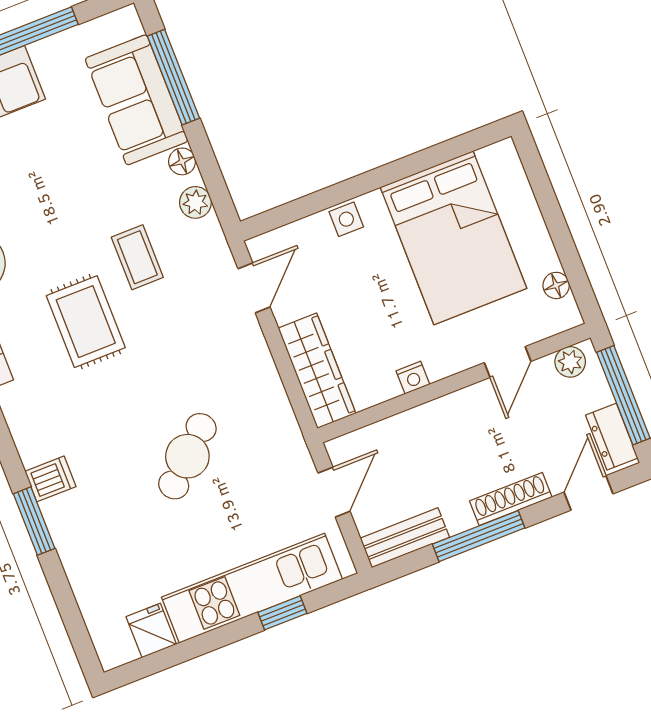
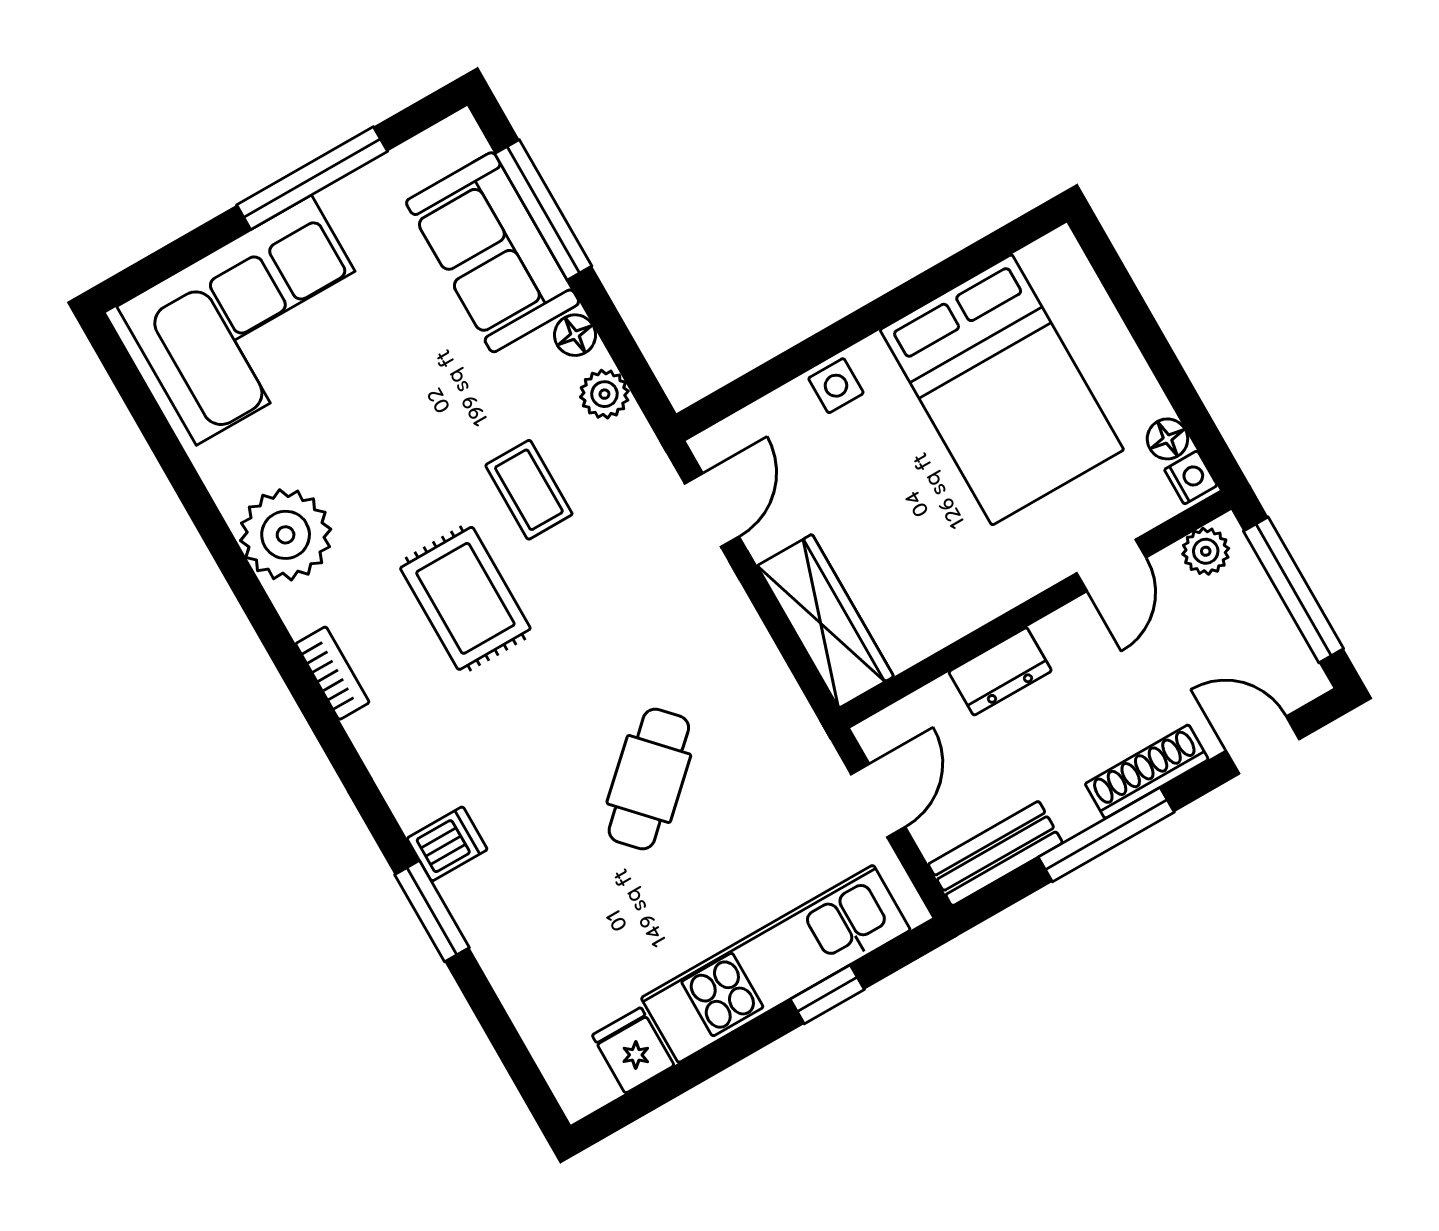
nightstand: (413, 378) -> (1191, 477), moved, turned -90
dresser: (612, 437) -> (1000, 671), moved, turned -90
door: (589, 493) -> (1263, 745), hinge flipped

